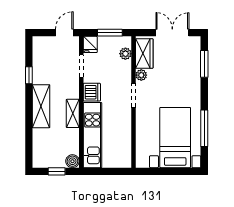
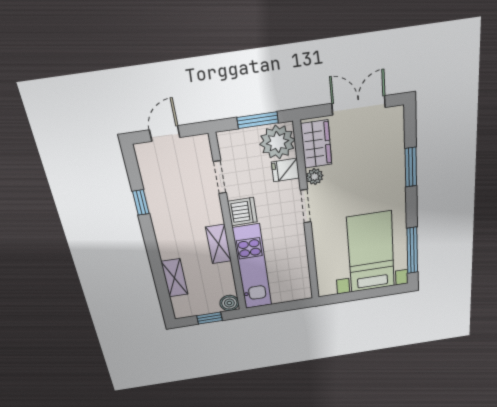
door: (64, 33) -> (165, 134), moved
fridge: (90, 44) -> (286, 170), moved, turned 90
plant: (125, 54) -> (277, 142), width x1.87, depth x1.87
window: (204, 64) -> (411, 167), moved
shelving: (41, 106) -> (175, 278), moved, width x0.67, depth x0.75
window: (204, 128) -> (412, 250), moved

